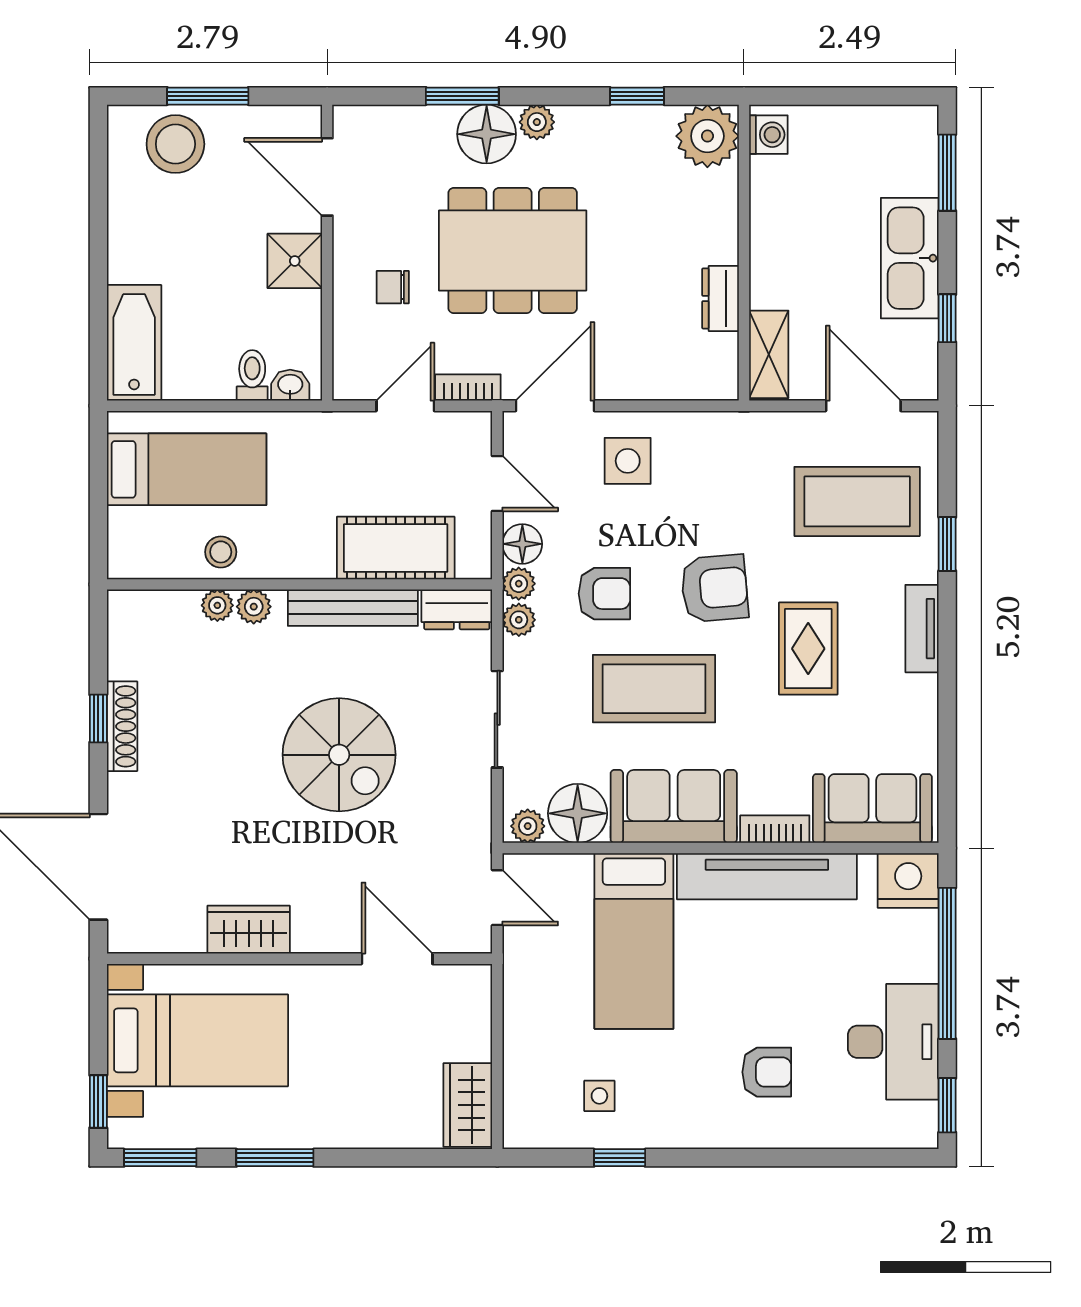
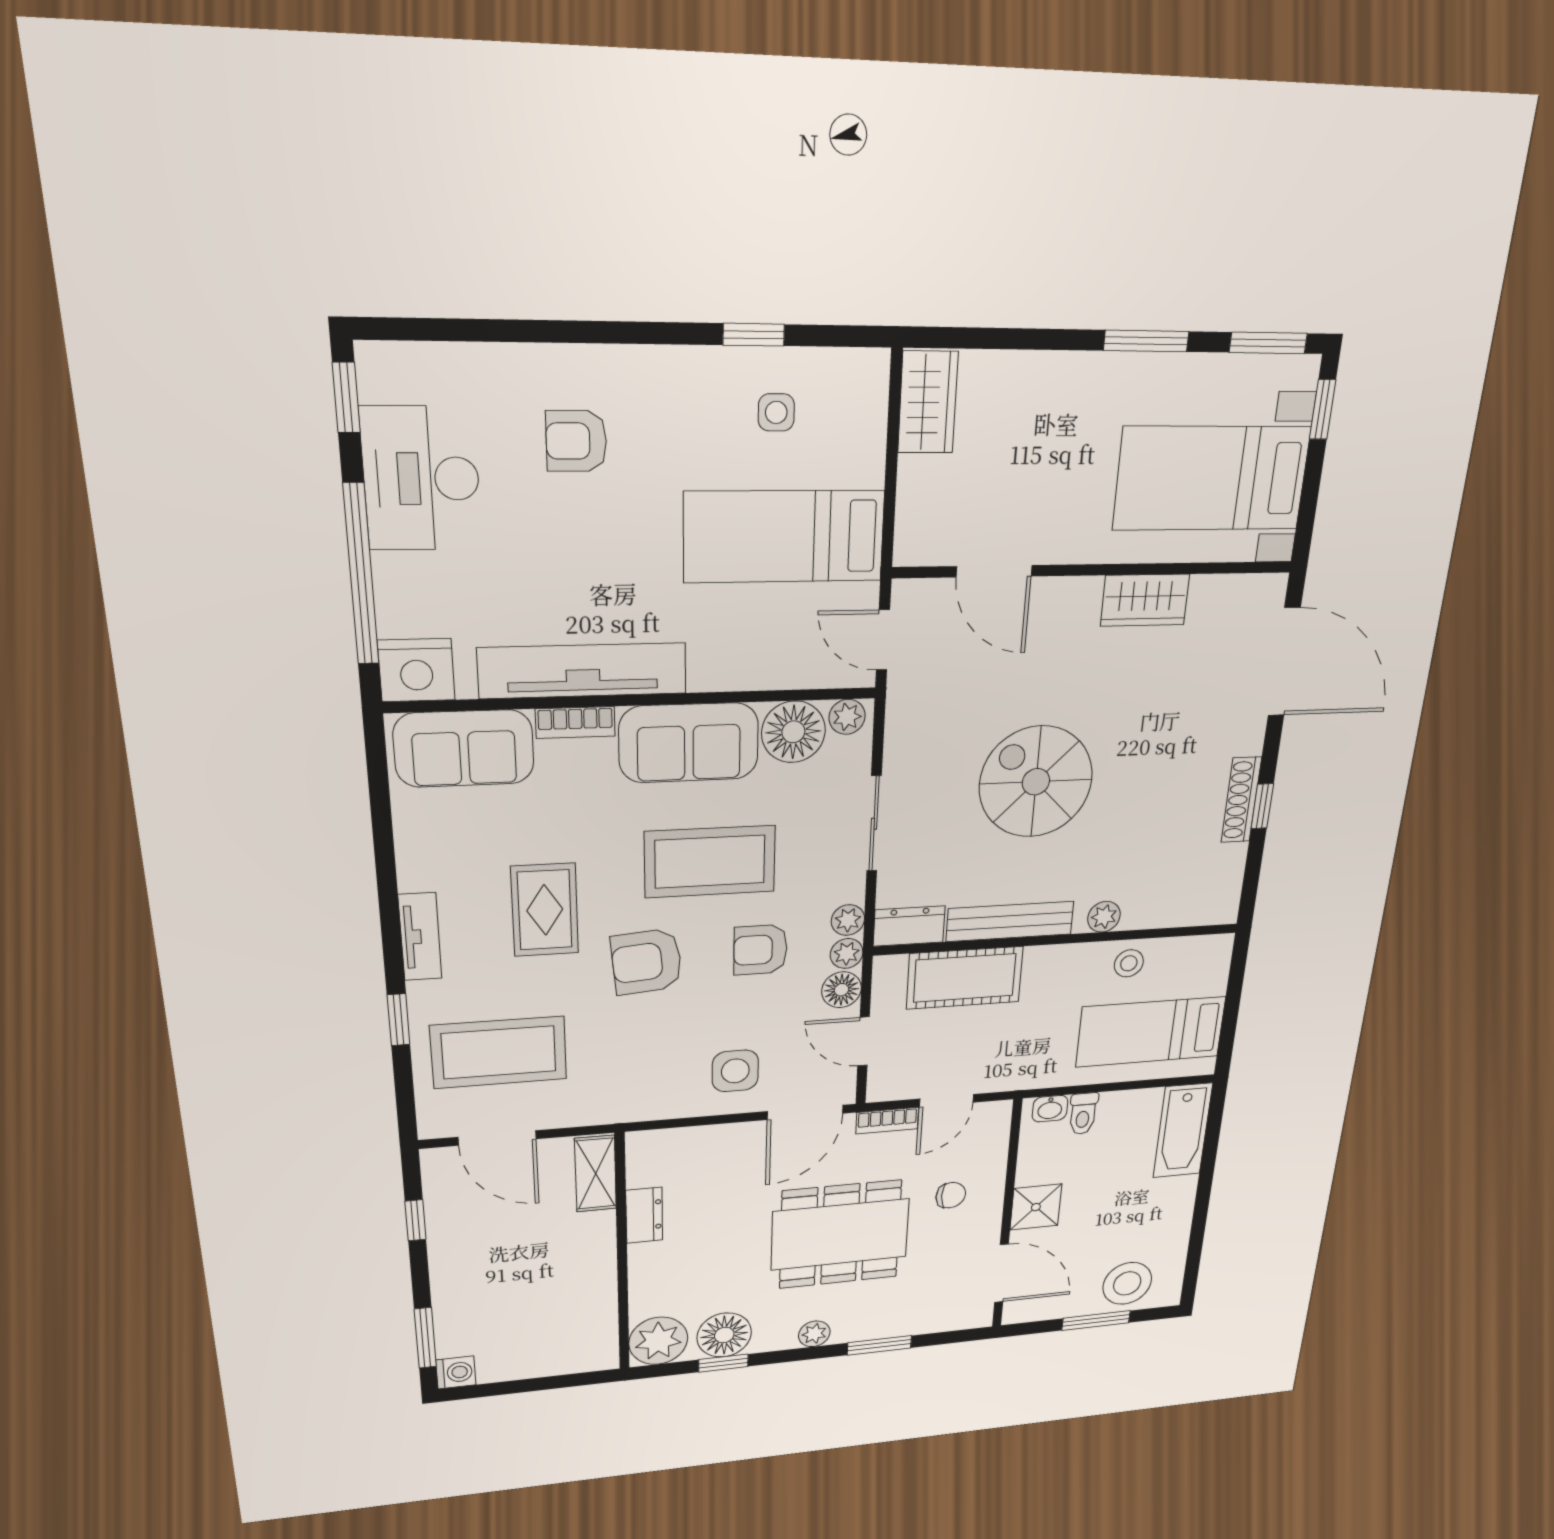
floor lamp: (487, 134) -> (724, 1335), moved
washing machine: (768, 135) -> (456, 1372), moved, turned 180
kitchen sink: (910, 258) -> (458, 1266), removed
plant: (217, 605) -> (1138, 916), removed
bed: (634, 941) -> (784, 537), moved, turned -90

